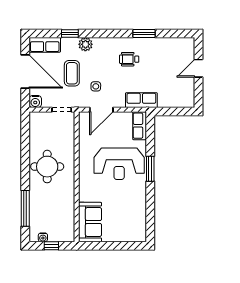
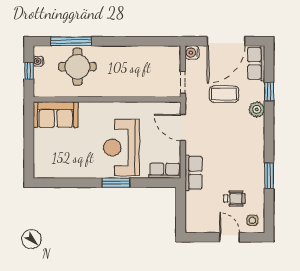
wheelchair: (129, 59) -> (234, 199), moved, turned 90
side table: (96, 86) -> (252, 220), moved
round table: (47, 167) -> (77, 67), moved

